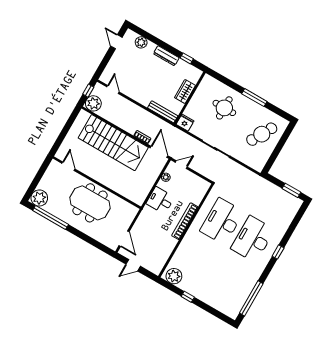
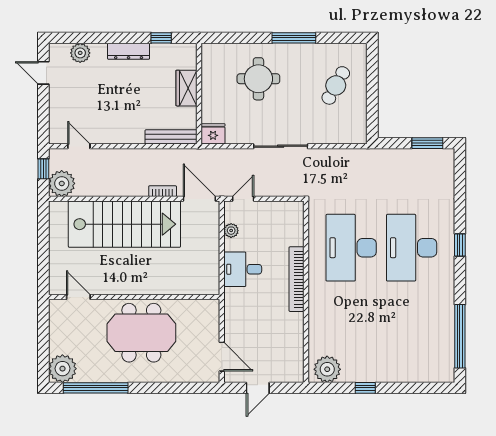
cafe table: (262, 134) -> (336, 85), width x0.73, depth x0.74

